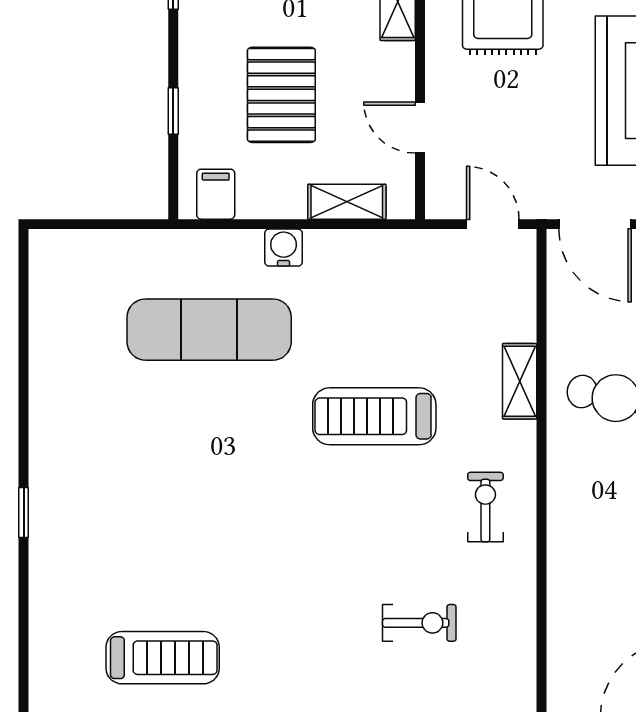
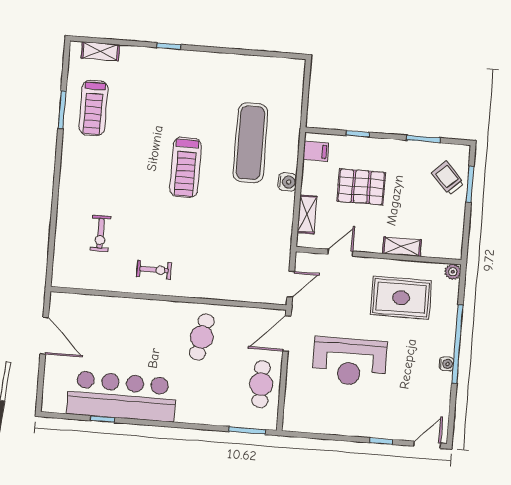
shelving: (520, 381) -> (100, 51), moved
treadmill: (374, 416) -> (186, 167), moved, turned 180

